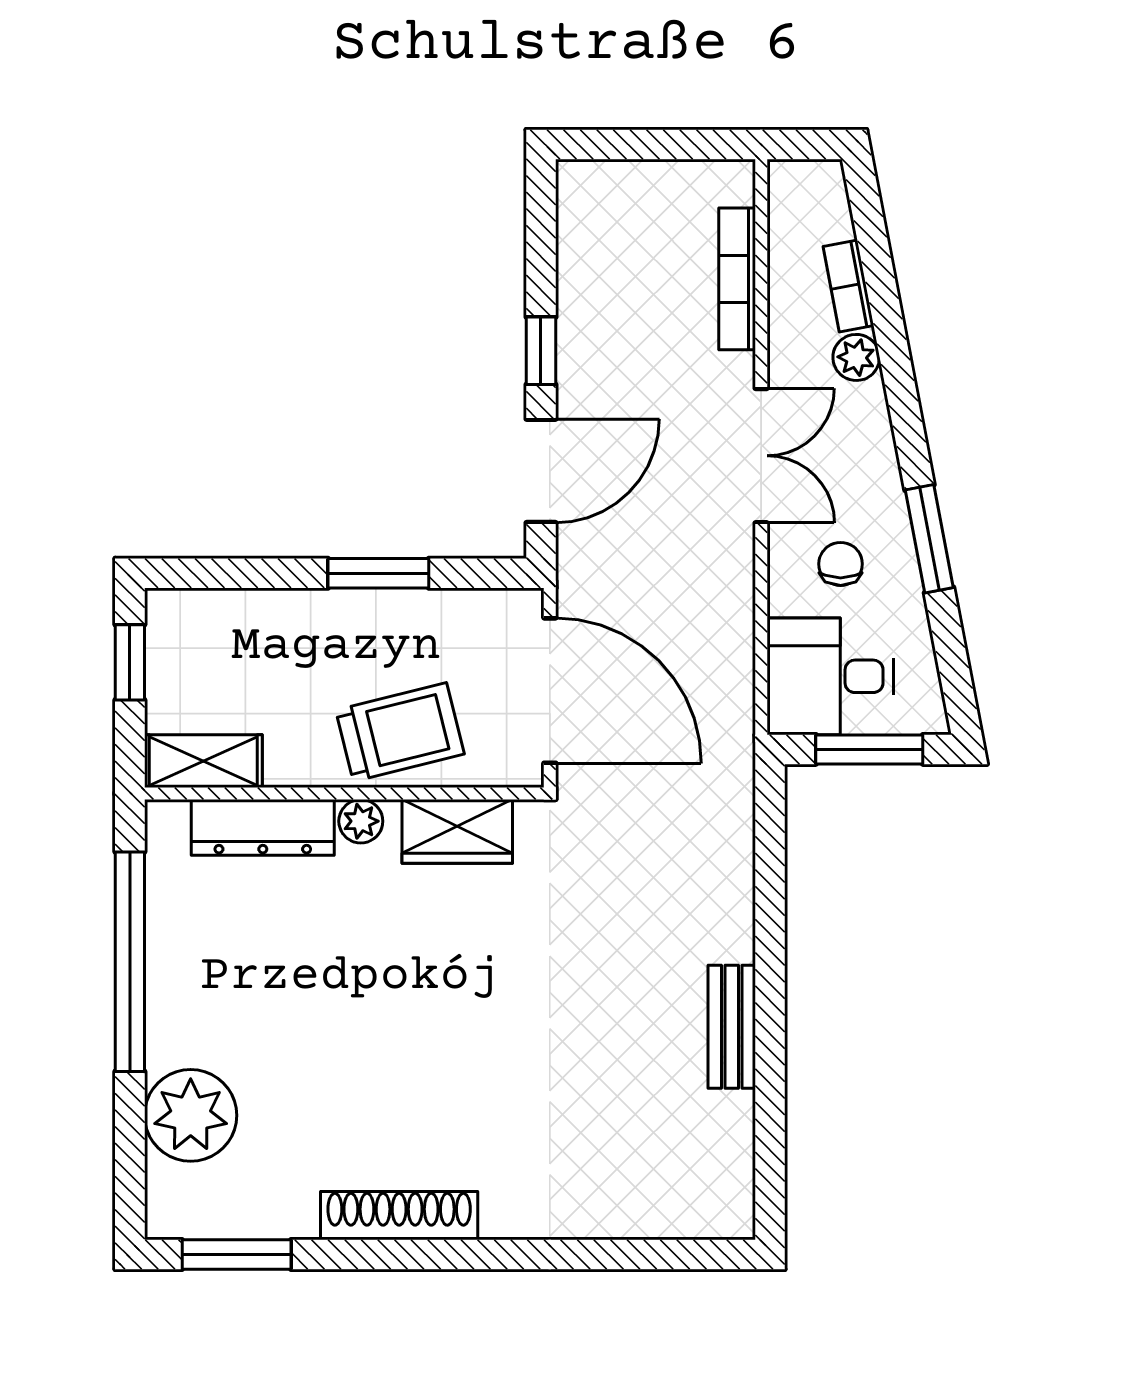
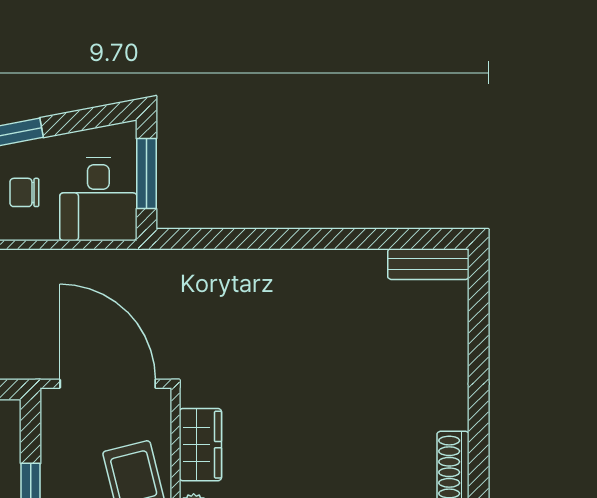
door: (550, 691) -> (108, 384), hinge flipped
bench: (732, 1027) -> (428, 264), moved

